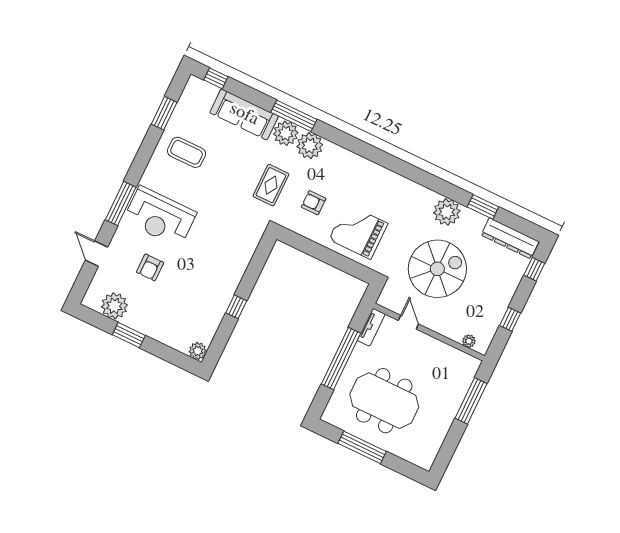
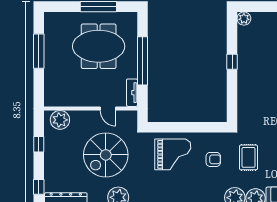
plant: (469, 341) -> (60, 120), width x1.88, depth x1.88
window: (471, 401) -> (39, 51), moved

